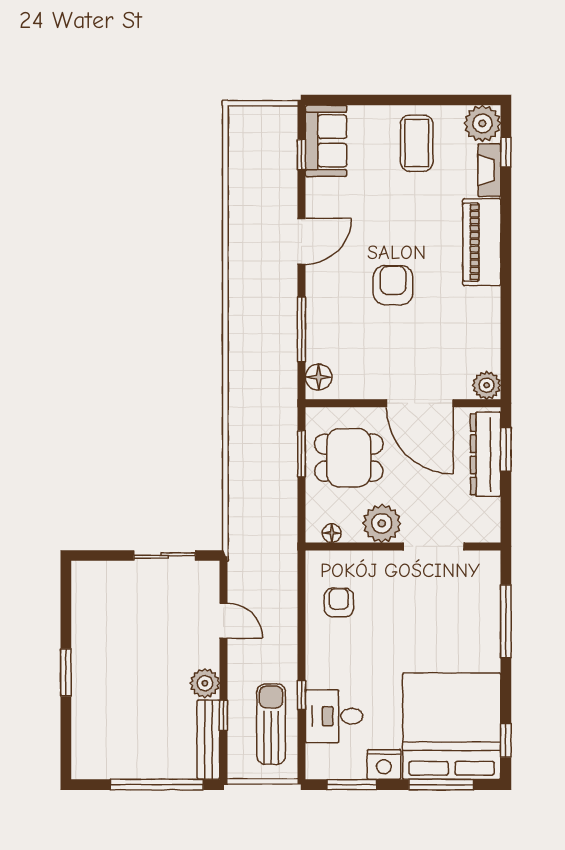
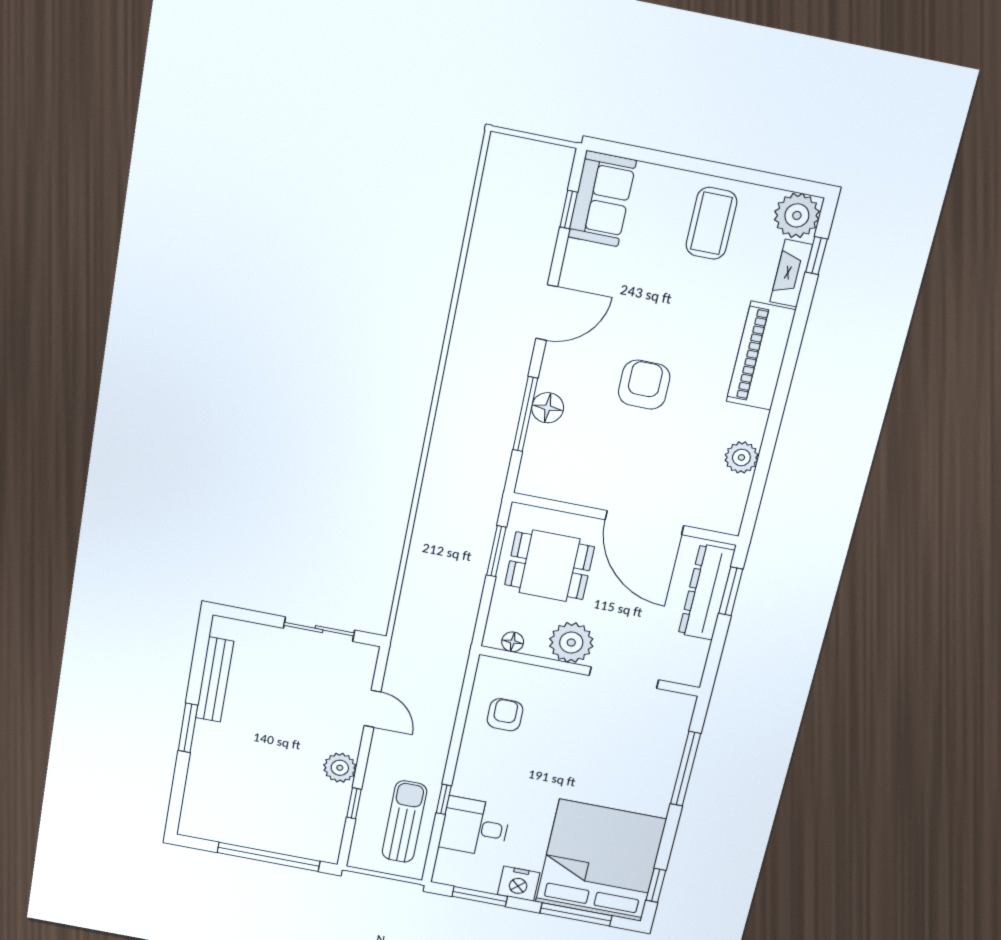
floor lamp: (319, 377) -> (548, 408), moved
plant: (487, 385) -> (741, 457), moved
bench: (208, 740) -> (215, 680), moved

